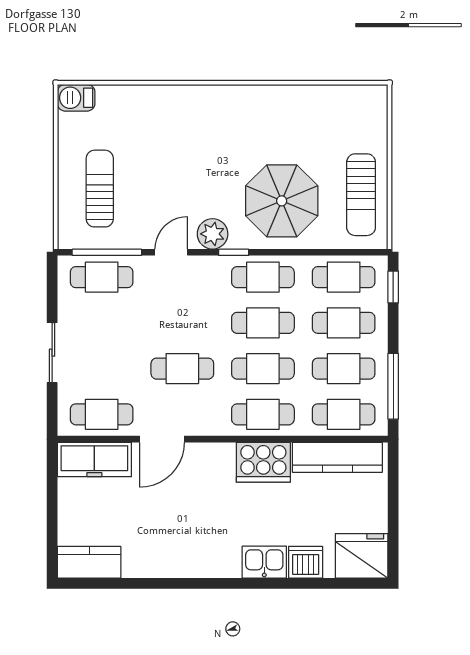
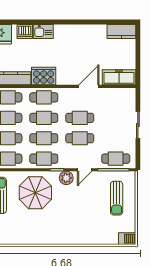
cafe table: (102, 414) -> (80, 138), moved

